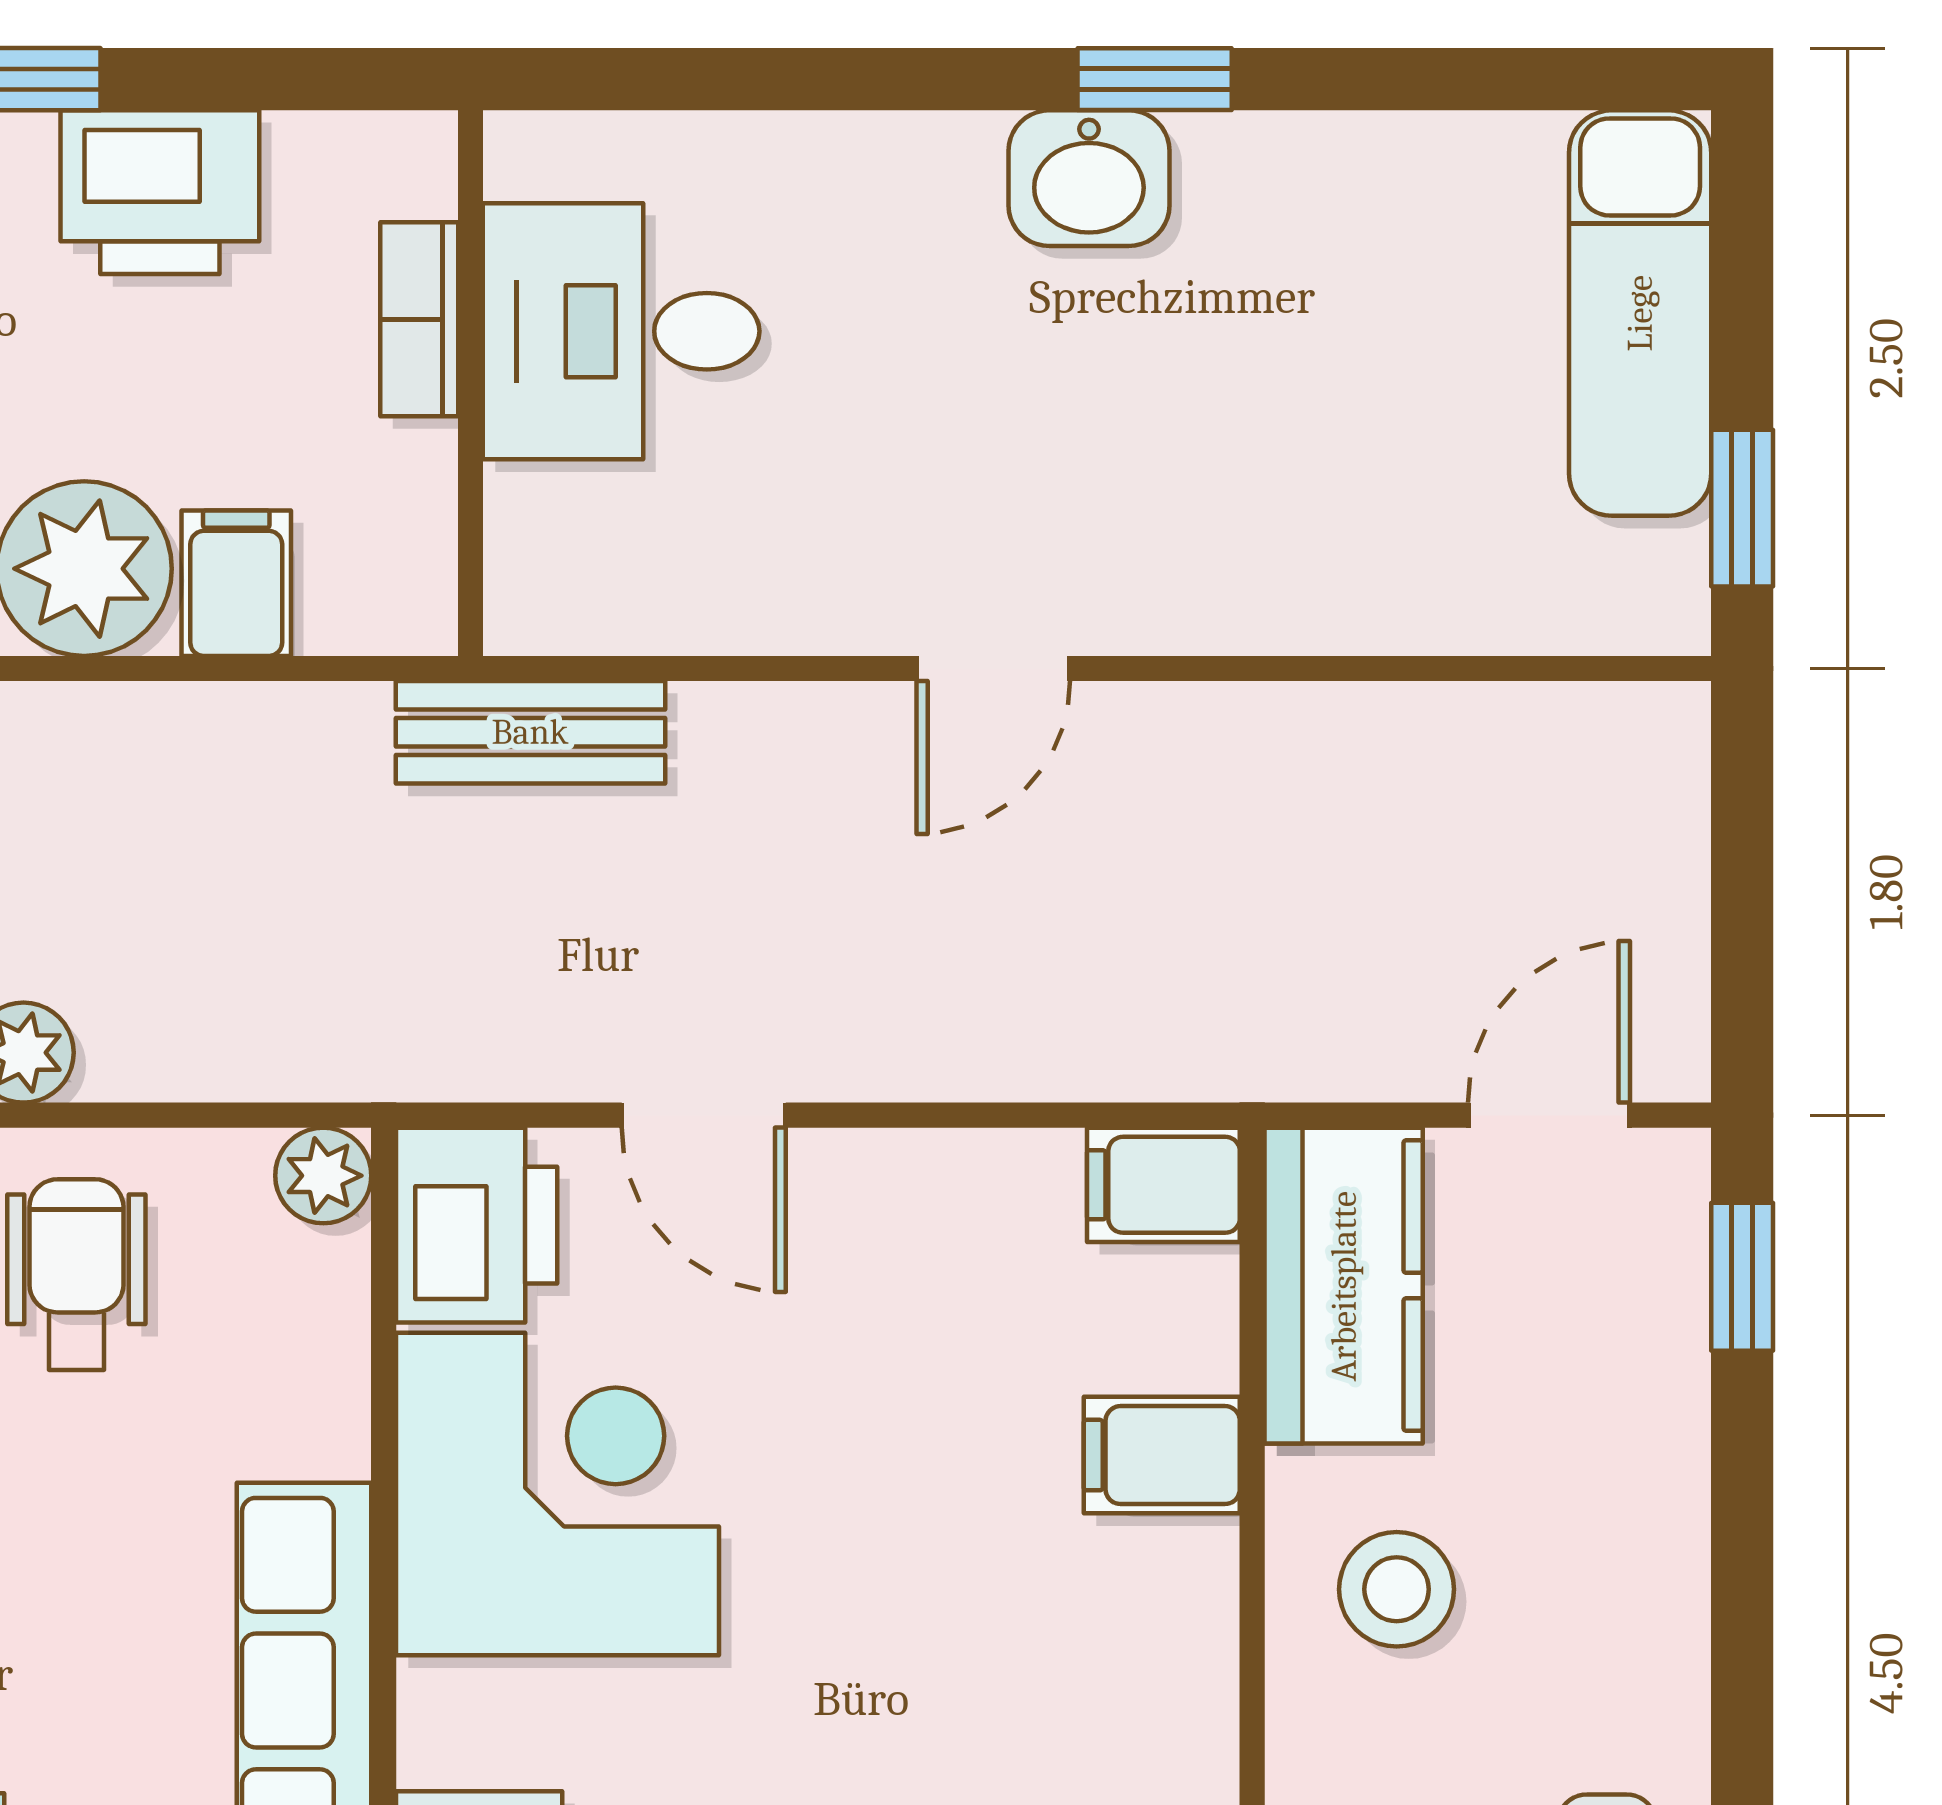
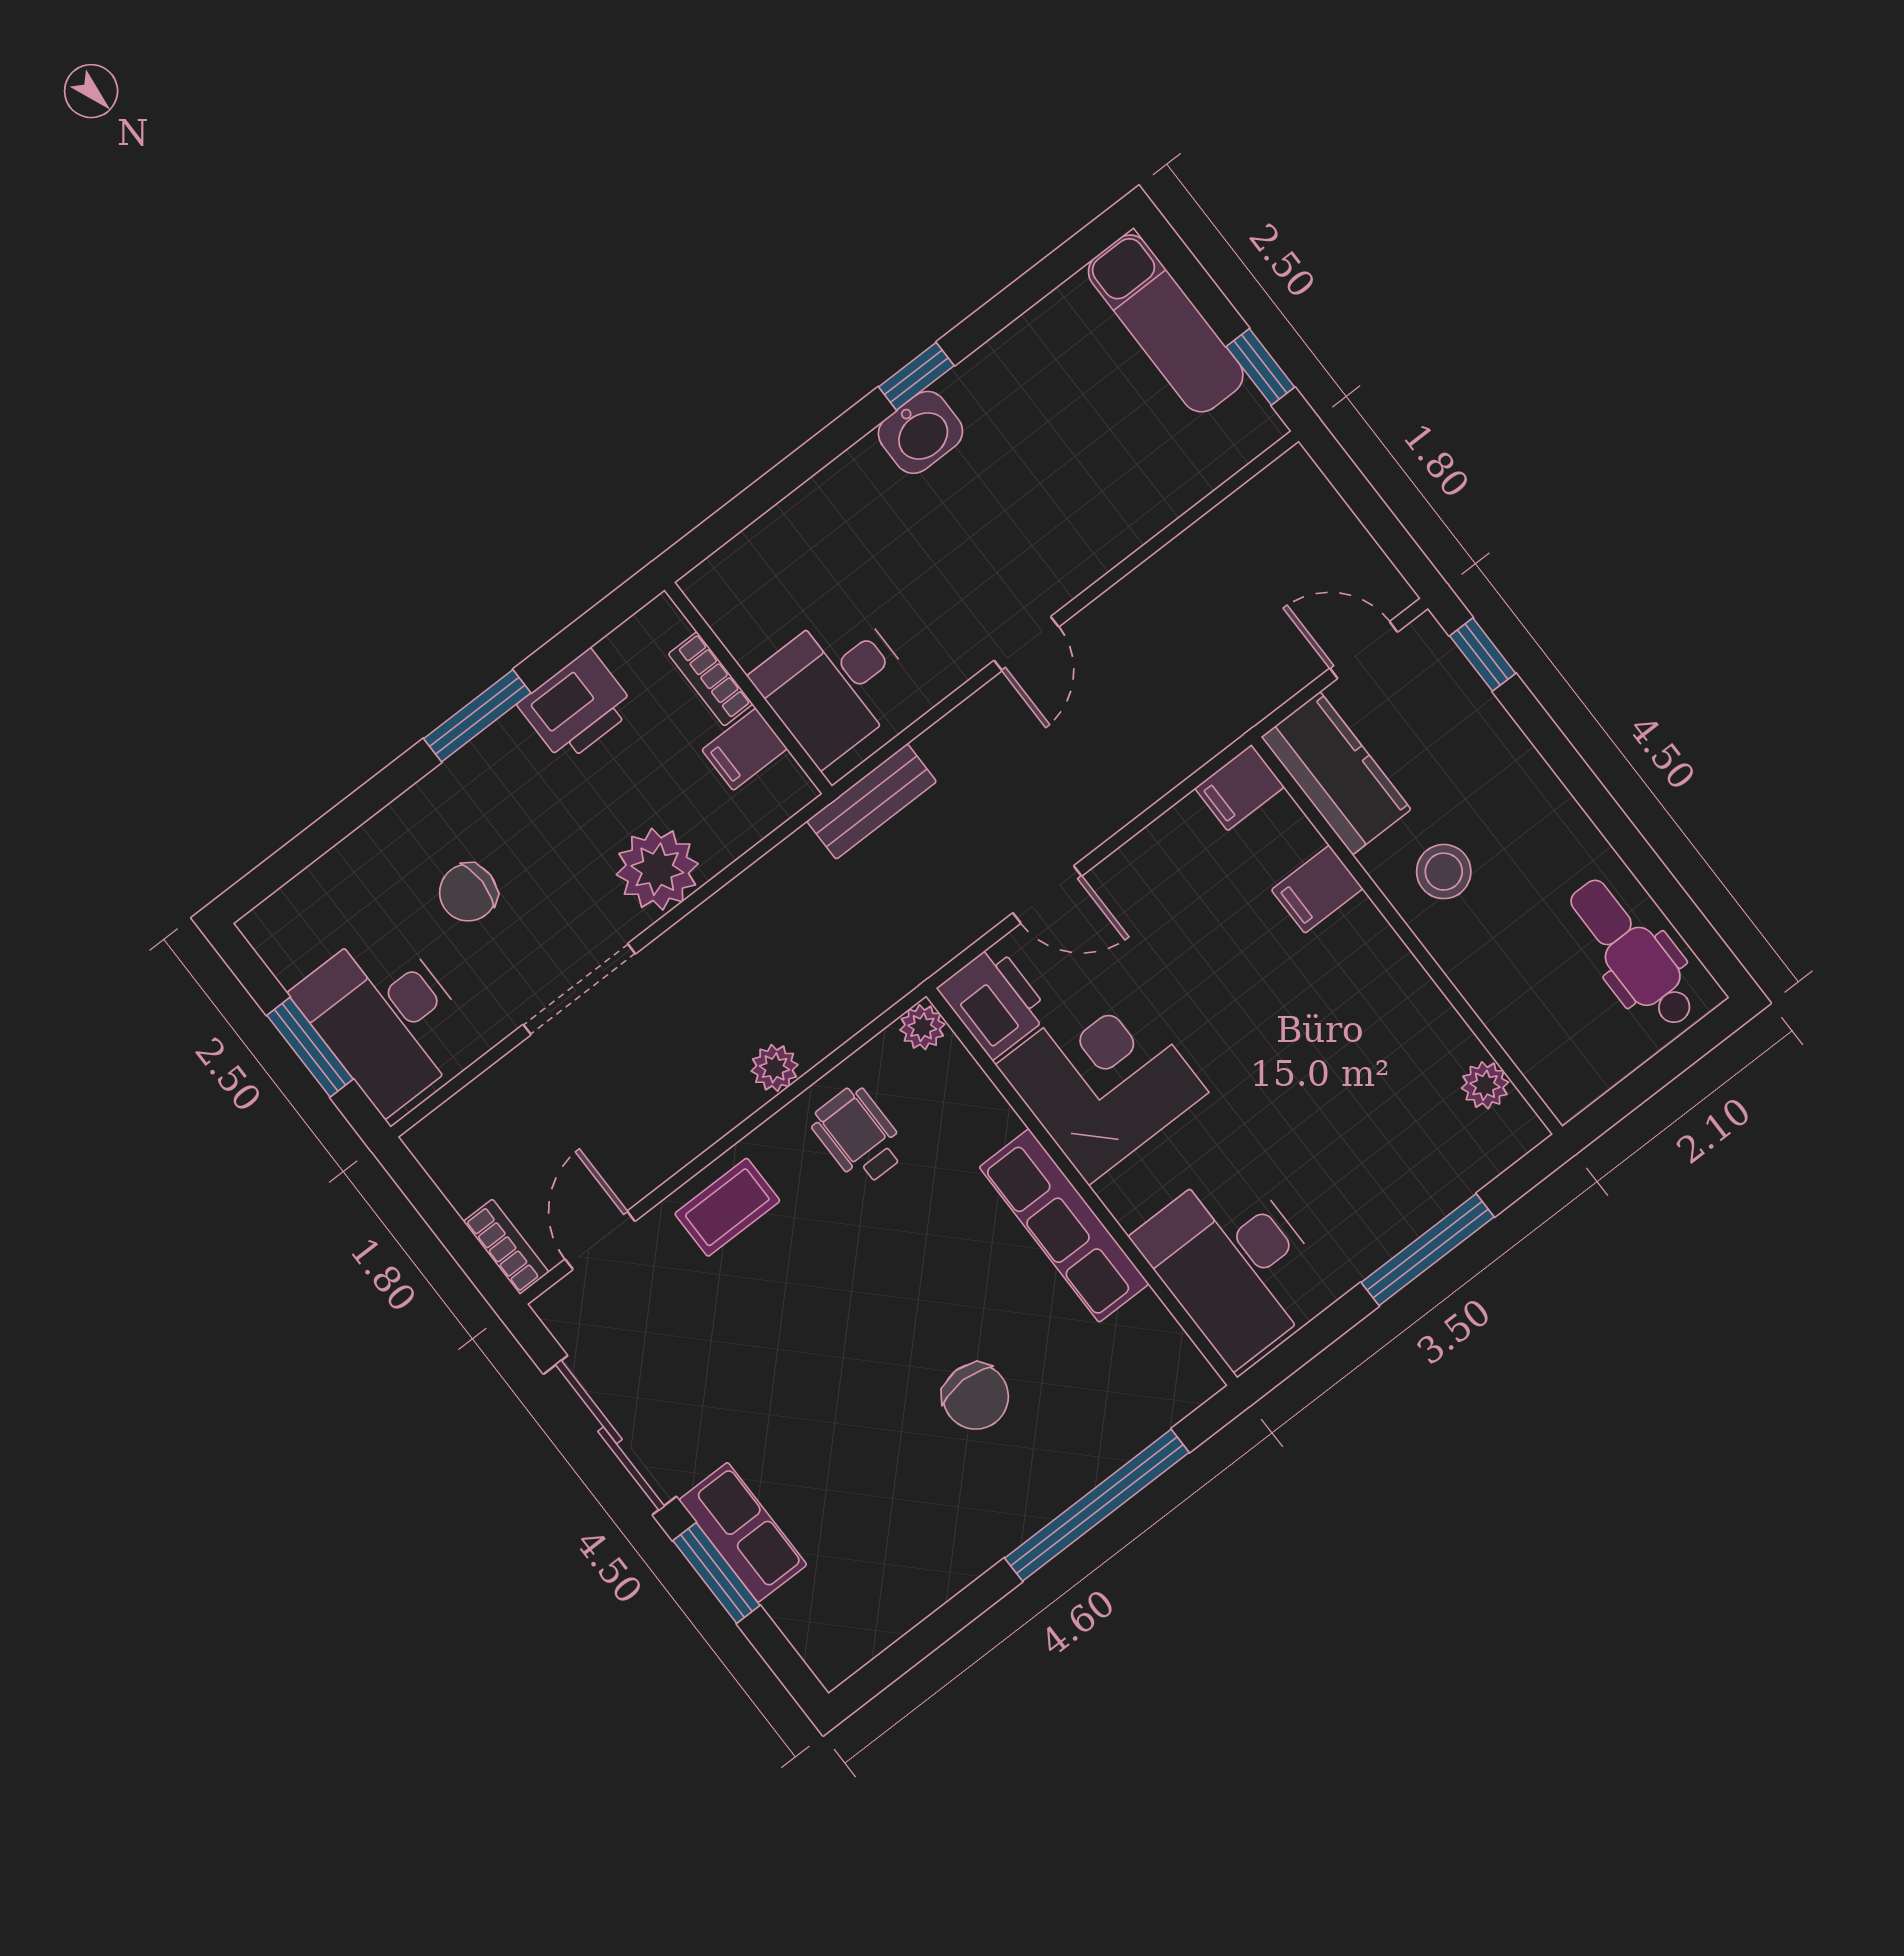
desk: (621, 331) -> (835, 684), moved
filing cabinet: (236, 583) -> (745, 749), moved, turned -90
door: (1549, 1115) -> (1364, 650), hinge flipped

